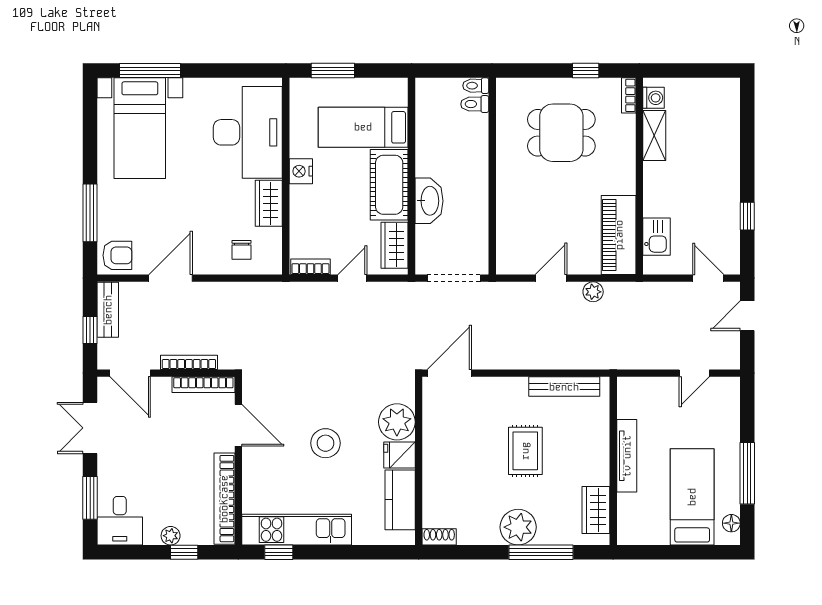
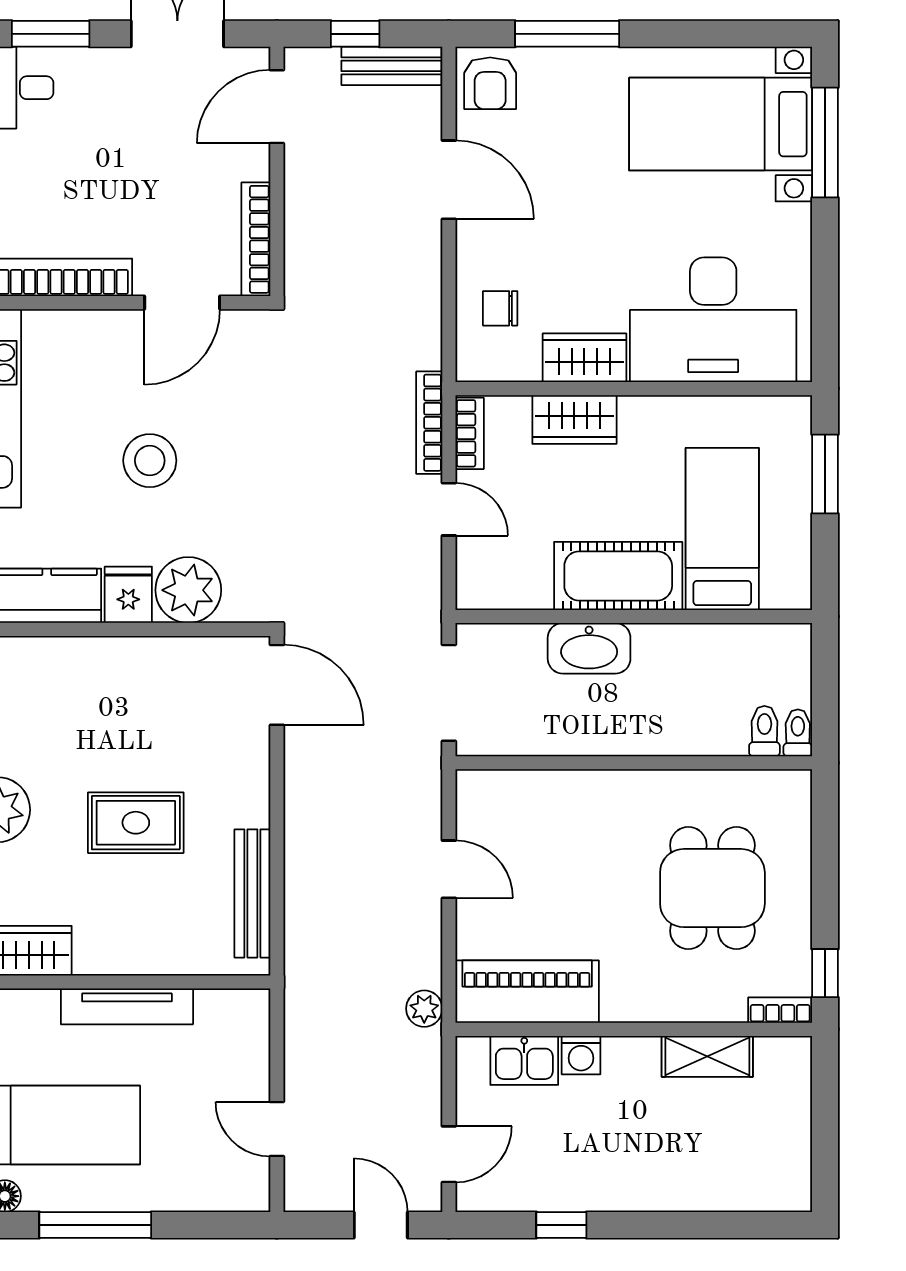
window: (586, 71) -> (825, 973), moved
washing machine: (654, 98) -> (581, 1055), moved
nightstand: (301, 171) -> (643, 416), removed
wardrobe: (395, 245) -> (574, 419), moved, turned 180
plant: (593, 292) -> (424, 1009), moved
bookcase: (189, 362) -> (429, 423), moved, turned 180

